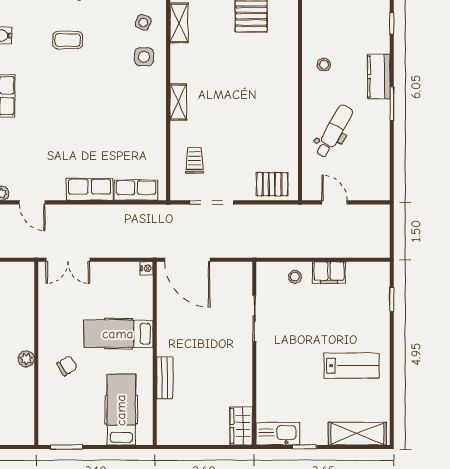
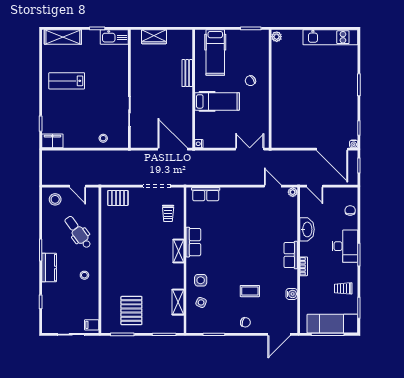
dental chair: (334, 131) -> (78, 232), turned 115
stool: (369, 182) -> (55, 199), added
row of seats: (90, 189) -> (193, 242), moved, turned -90
filing cabinet: (329, 273) -> (52, 141), moved
plant: (26, 359) -> (277, 37), moved
wardrobe: (241, 426) -> (154, 37), moved, turned 90

